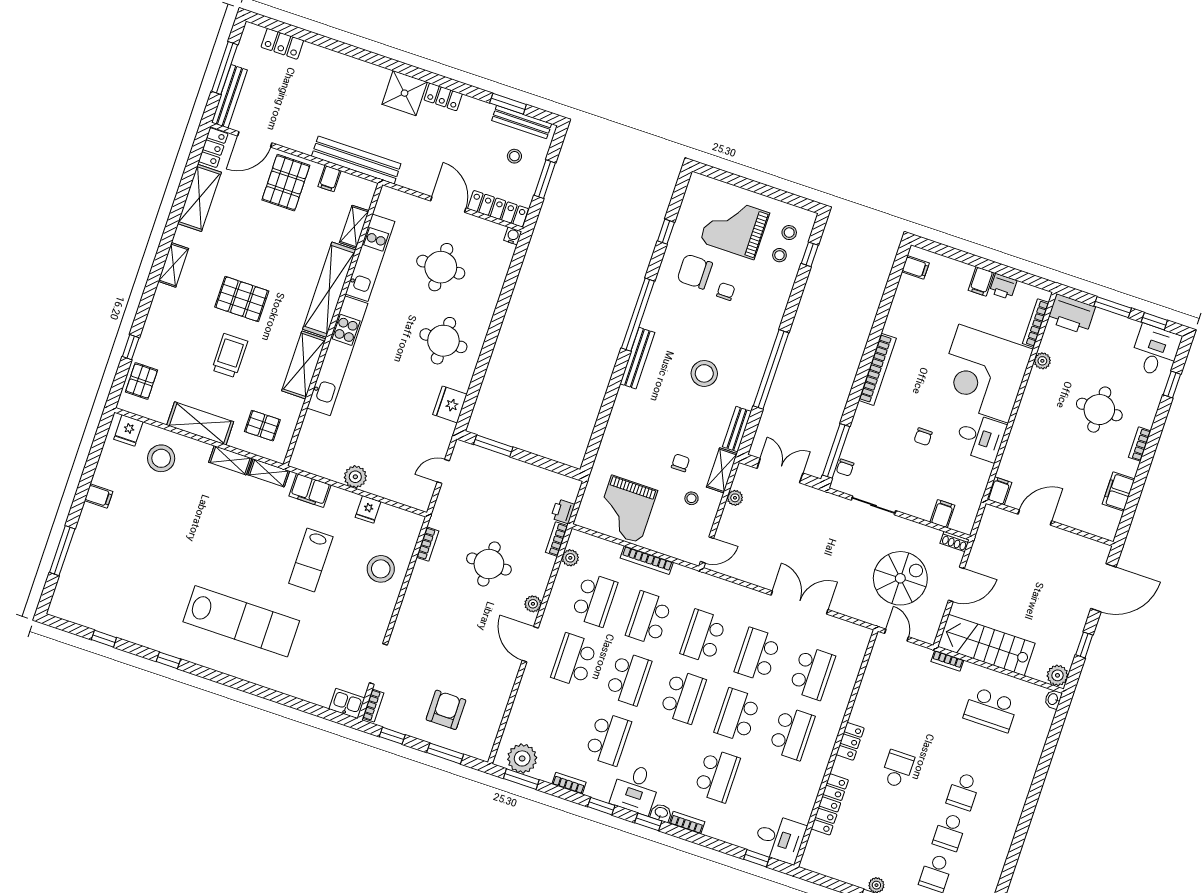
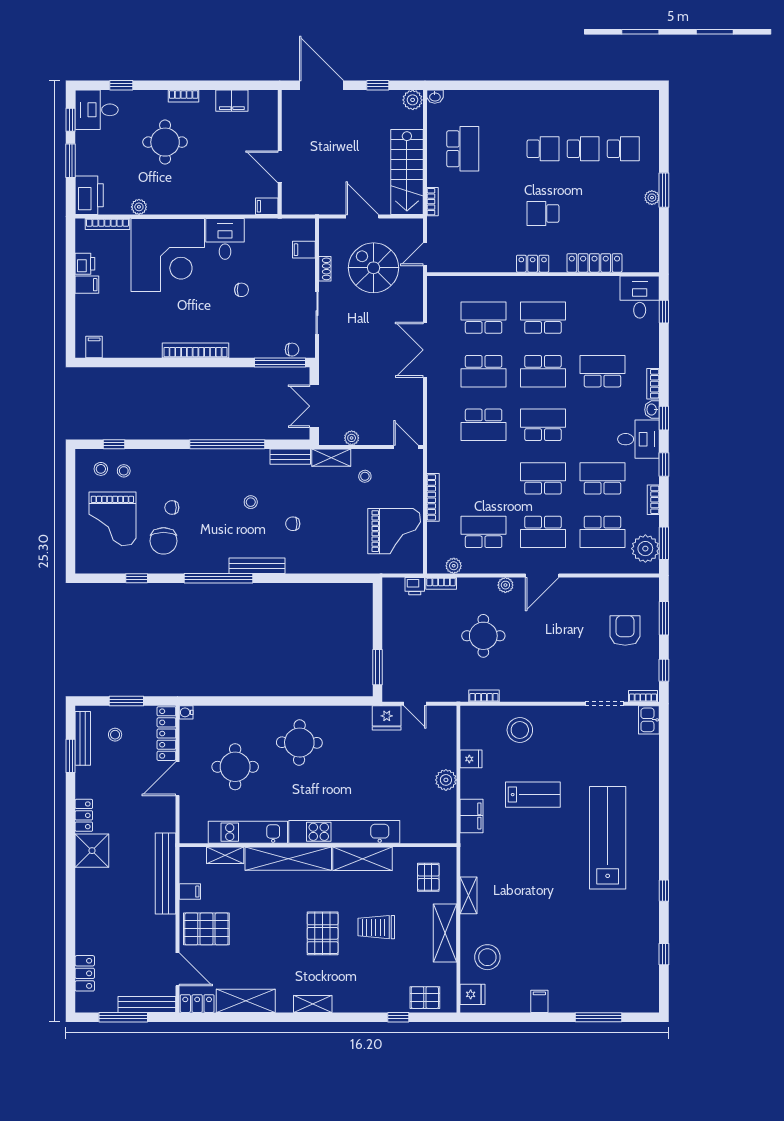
stool: (704, 373) -> (251, 502), width x0.53, depth x0.53
fridge: (450, 404) -> (387, 718), moved
chair: (680, 463) -> (293, 524), moved
shelving: (269, 473) -> (468, 858), removed
shoe rack: (955, 542) -> (325, 269), moved
school desk: (649, 618) -> (602, 532), moved
armchair: (446, 710) -> (625, 630), turned 90

